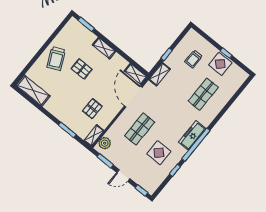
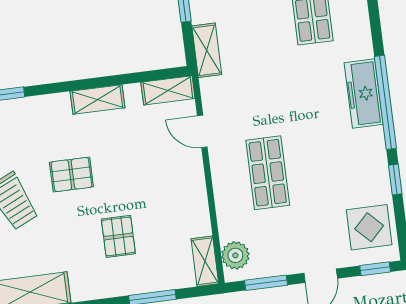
shelving: (104, 48) -> (97, 100), moved
door: (133, 97) -> (202, 131), width x0.53
pallet: (92, 109) -> (118, 236), moved
display table: (159, 153) -> (369, 227), moved

